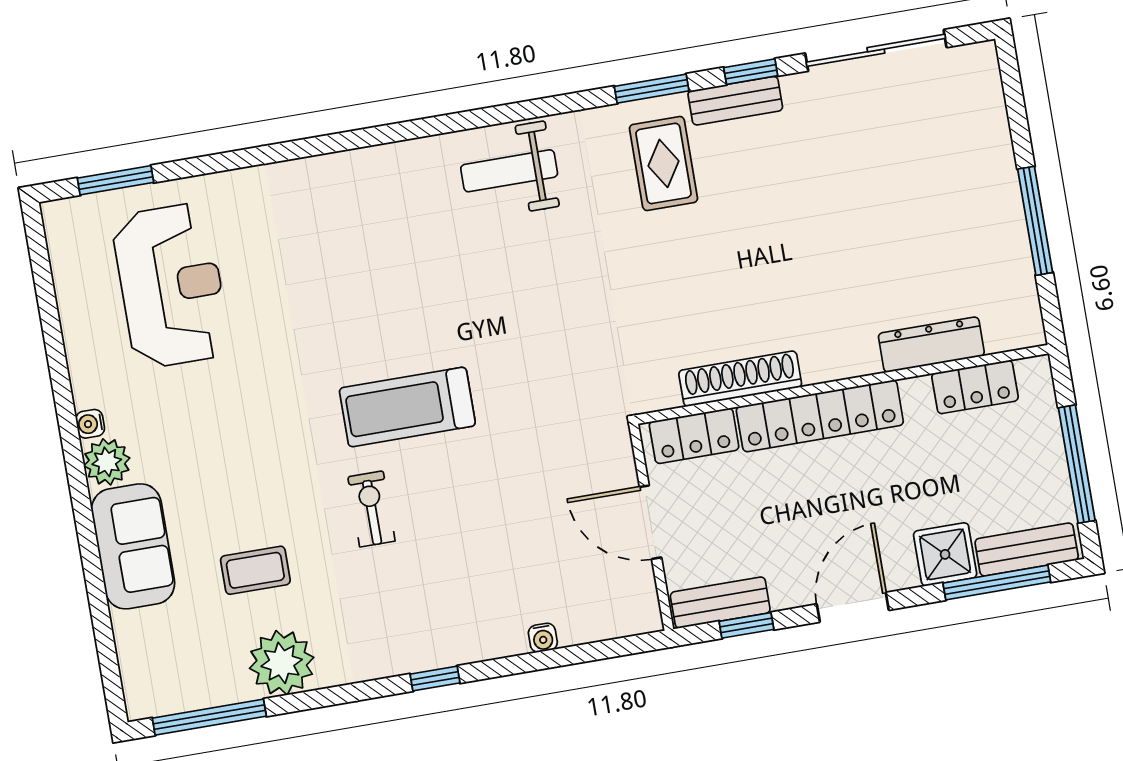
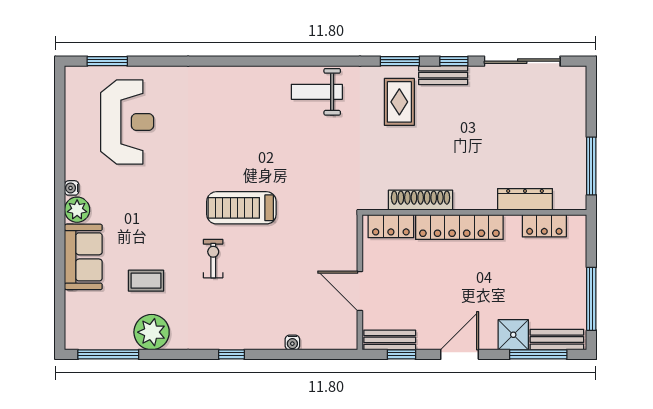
dresser: (931, 345) -> (525, 199), moved
shoe rack: (740, 379) -> (421, 200), moved
wall: (843, 384) -> (474, 212), moved
locker: (975, 387) -> (544, 226), moved
locker: (820, 416) -> (459, 227), moved
locker: (694, 436) -> (391, 226), moved

